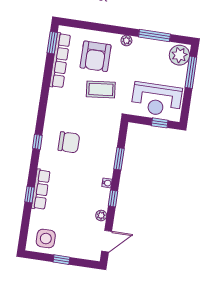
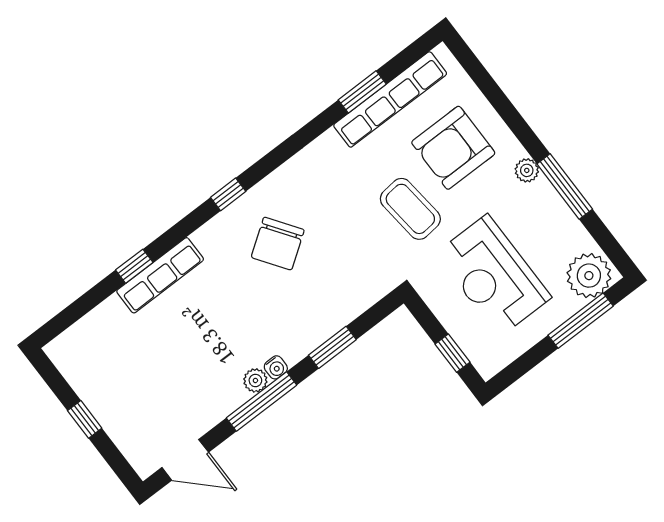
window: (154, 35) -> (565, 187), moved
window: (52, 43) -> (362, 92), moved
reception desk: (157, 99) -> (493, 275), moved
chair: (69, 142) -> (278, 244), turned 55
window: (113, 198) -> (262, 401), width x2.17
plant: (101, 215) -> (255, 380), moved
side table: (46, 239) -> (92, 362), removed

